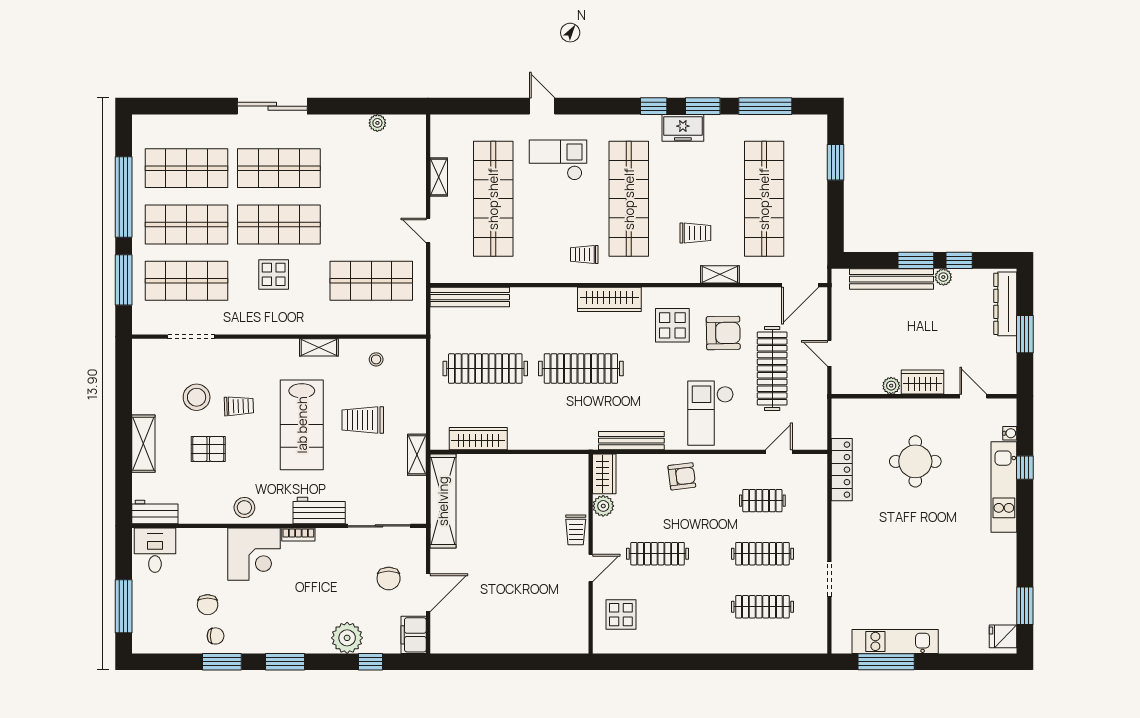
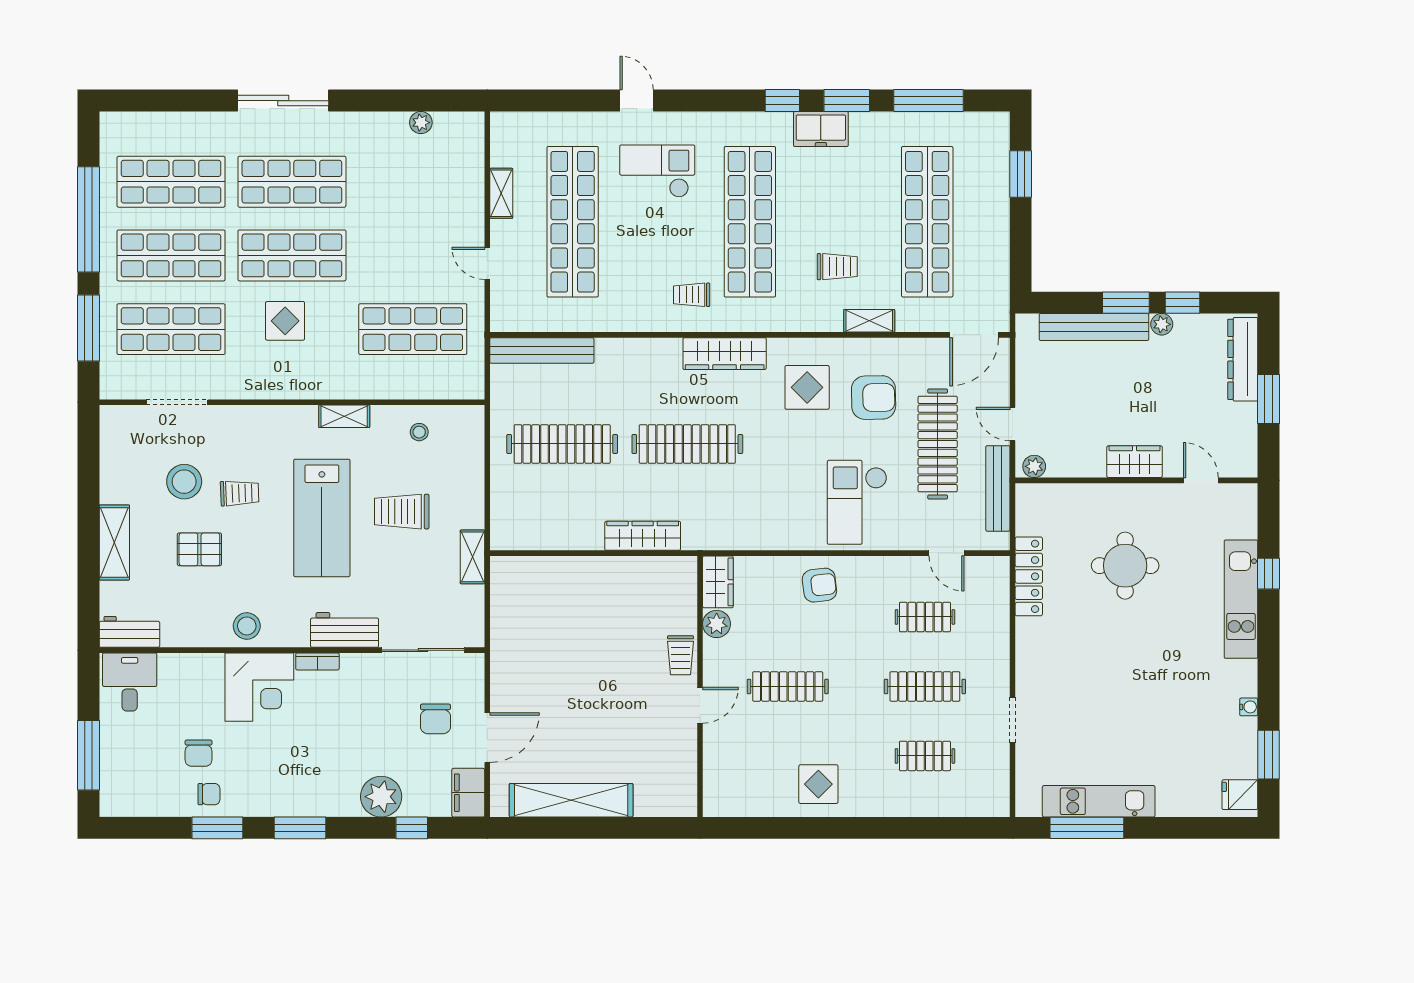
plant: (891, 386) -> (1034, 466), moved
water cooler: (1010, 433) -> (1249, 707), moved
wardrobe: (478, 439) -> (643, 536), moved
bench: (631, 441) -> (998, 488), moved, turned 90
door: (779, 452) -> (946, 553), swing flipped
shelving: (443, 501) -> (571, 800), moved, turned 90
clothes rail: (762, 607) -> (925, 756), width x0.73
display table: (621, 615) -> (818, 784), moved

